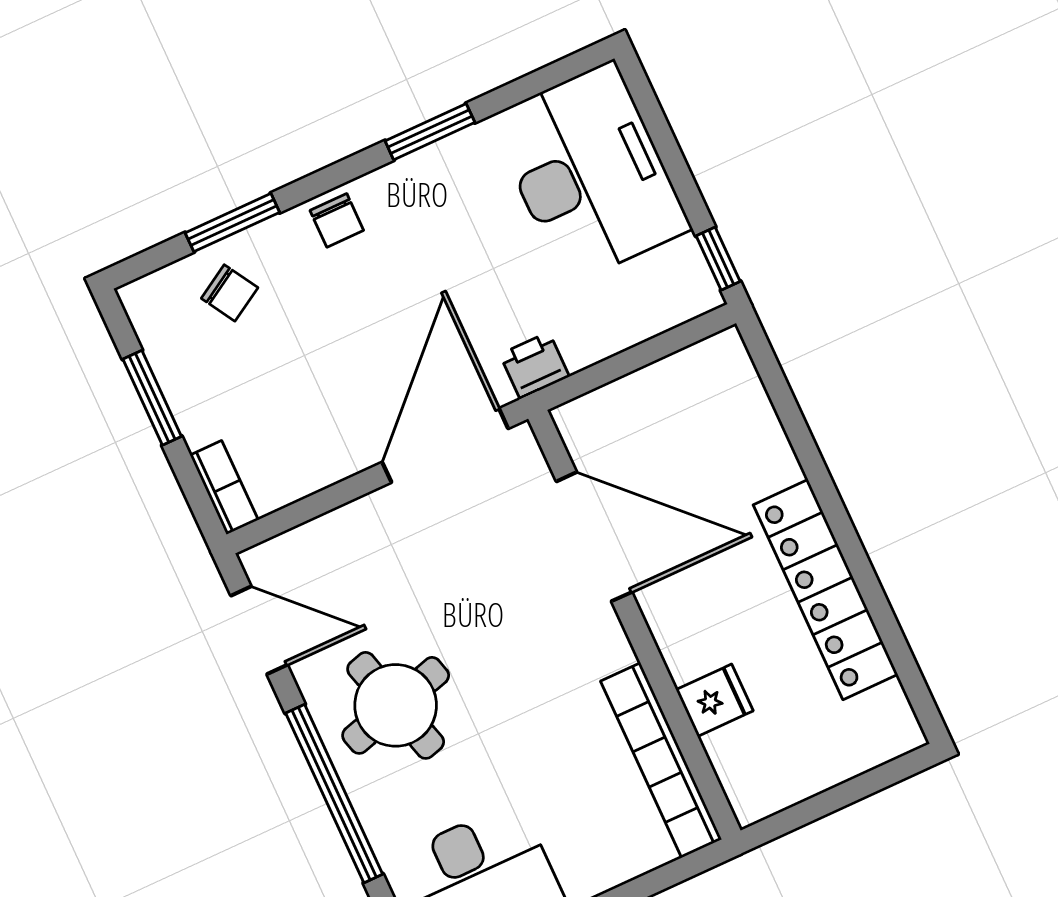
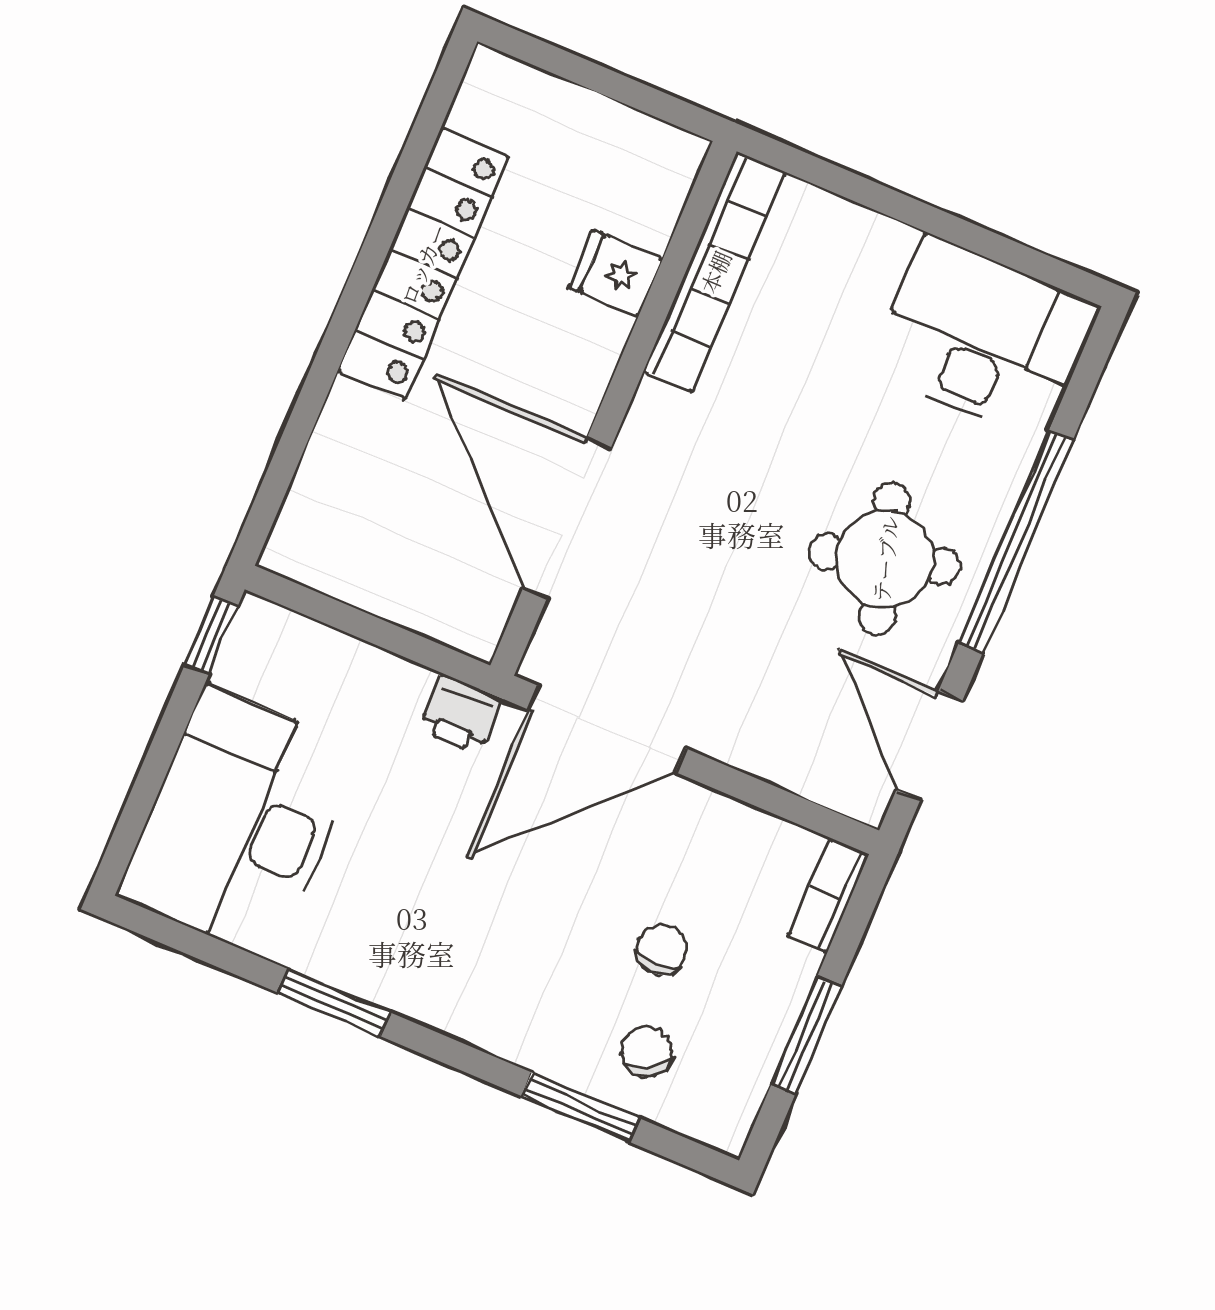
chair: (337, 220) -> (662, 950), moved

